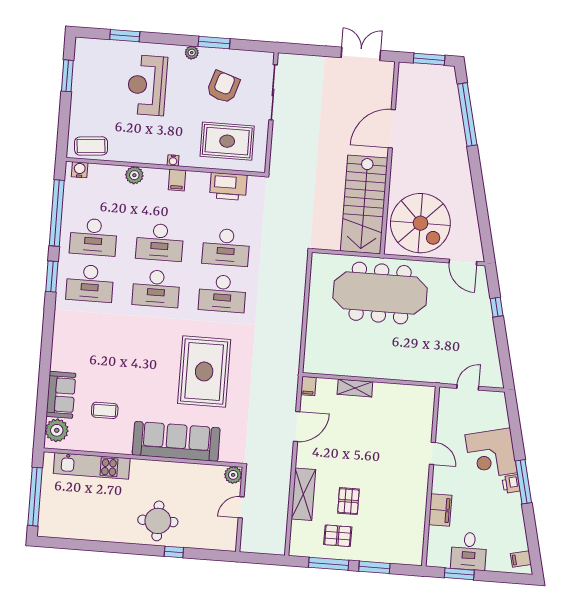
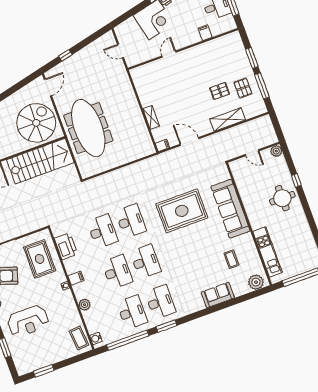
sofa: (61, 395) -> (218, 295), moved
plant: (233, 475) -> (276, 151), moved
filing cabinet: (440, 510) -> (205, 33), width x0.50

